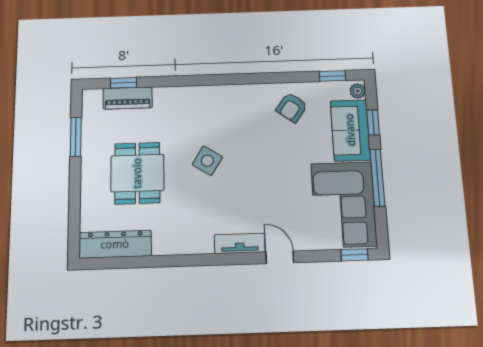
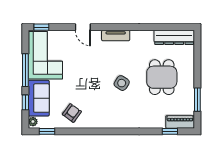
piano: (128, 98) -> (180, 122), moved
tv unit: (240, 243) -> (116, 36), moved

